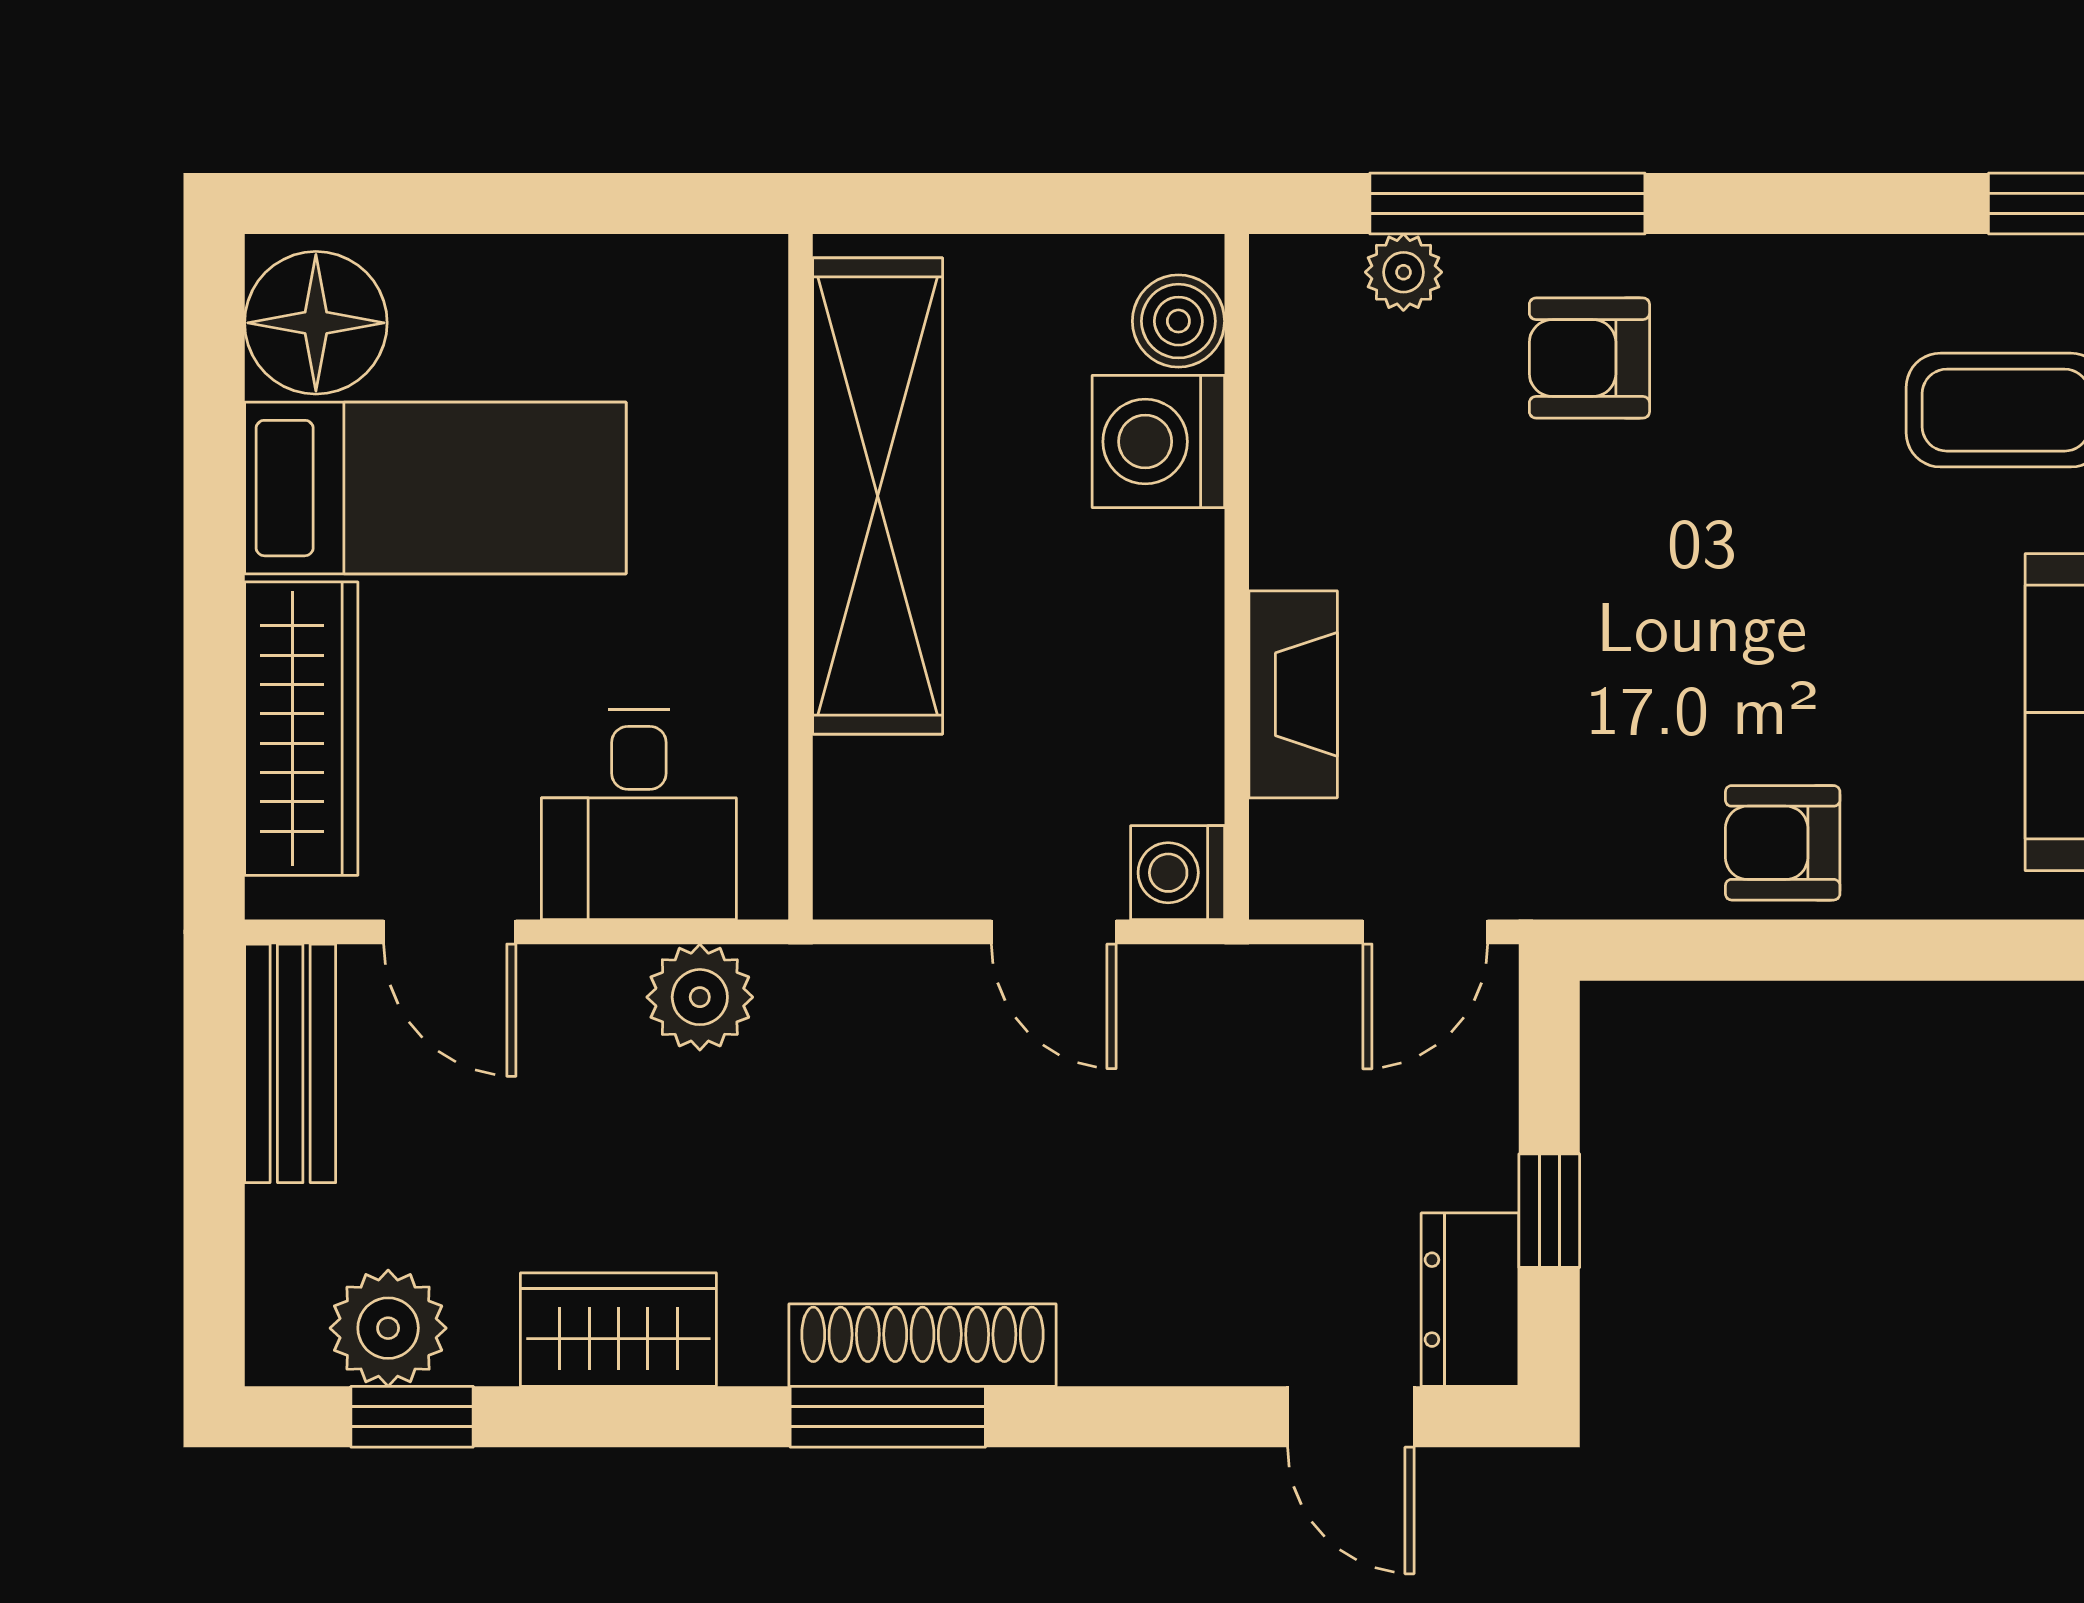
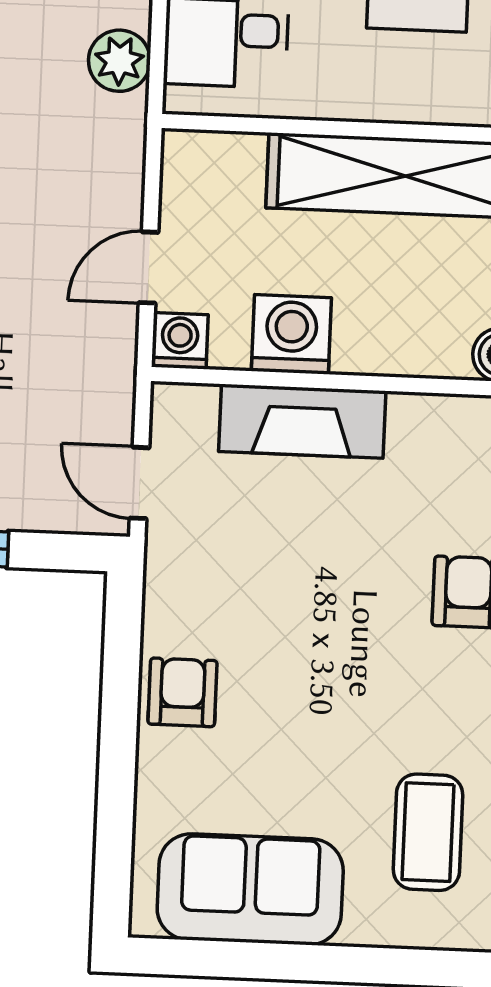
washing machine: (1158, 442) -> (291, 334), moved
fireplace: (1293, 694) -> (302, 421), width x1.37, depth x1.32

